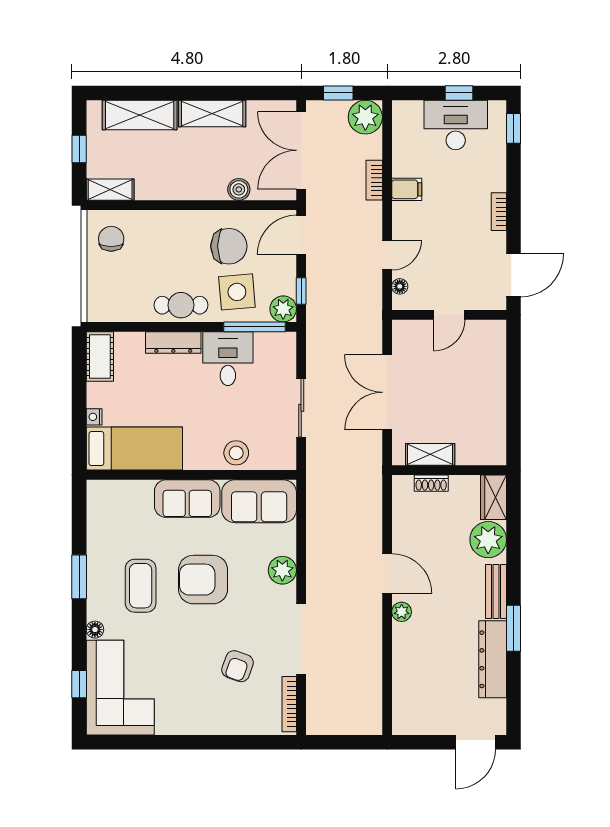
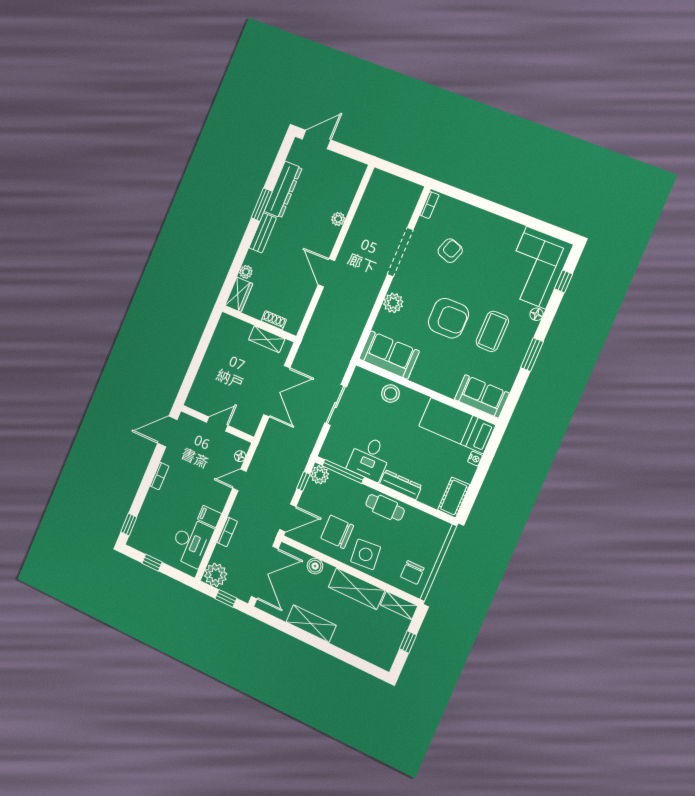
shelving: (140, 115) -> (357, 589), moved
desk: (456, 125) -> (191, 542), moved, turned -90
side table: (237, 292) -> (366, 554), moved
sofa: (187, 499) -> (482, 396), moved
plant: (488, 540) -> (246, 272), width x0.53, depth x0.53
plant: (402, 612) -> (338, 219), moved
bookcase: (289, 704) -> (429, 205), width x0.64

